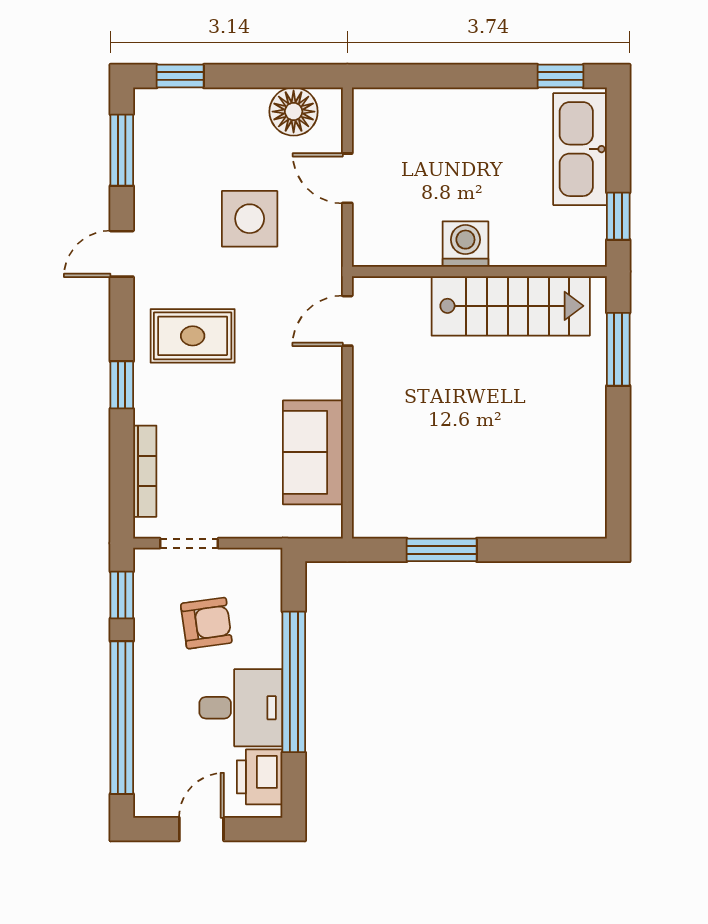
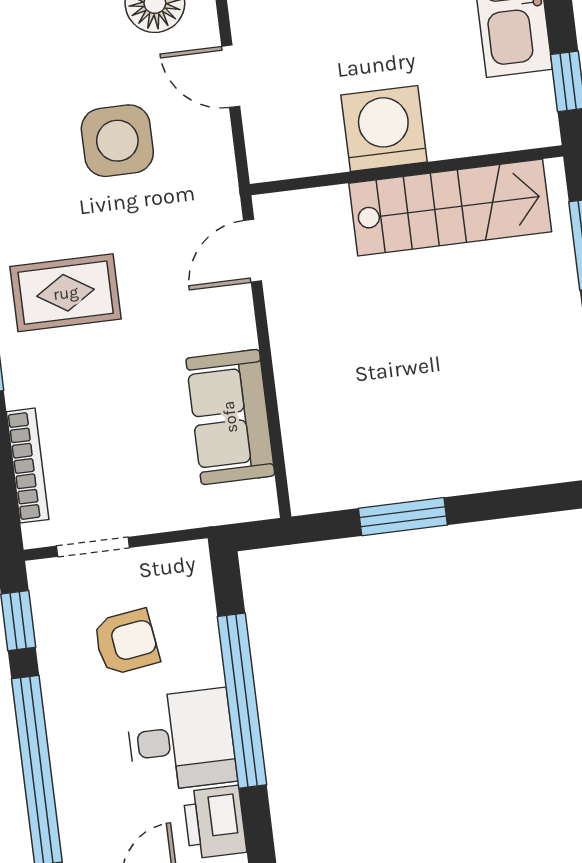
washing machine: (465, 244) -> (384, 129), width x1.37, depth x1.37

